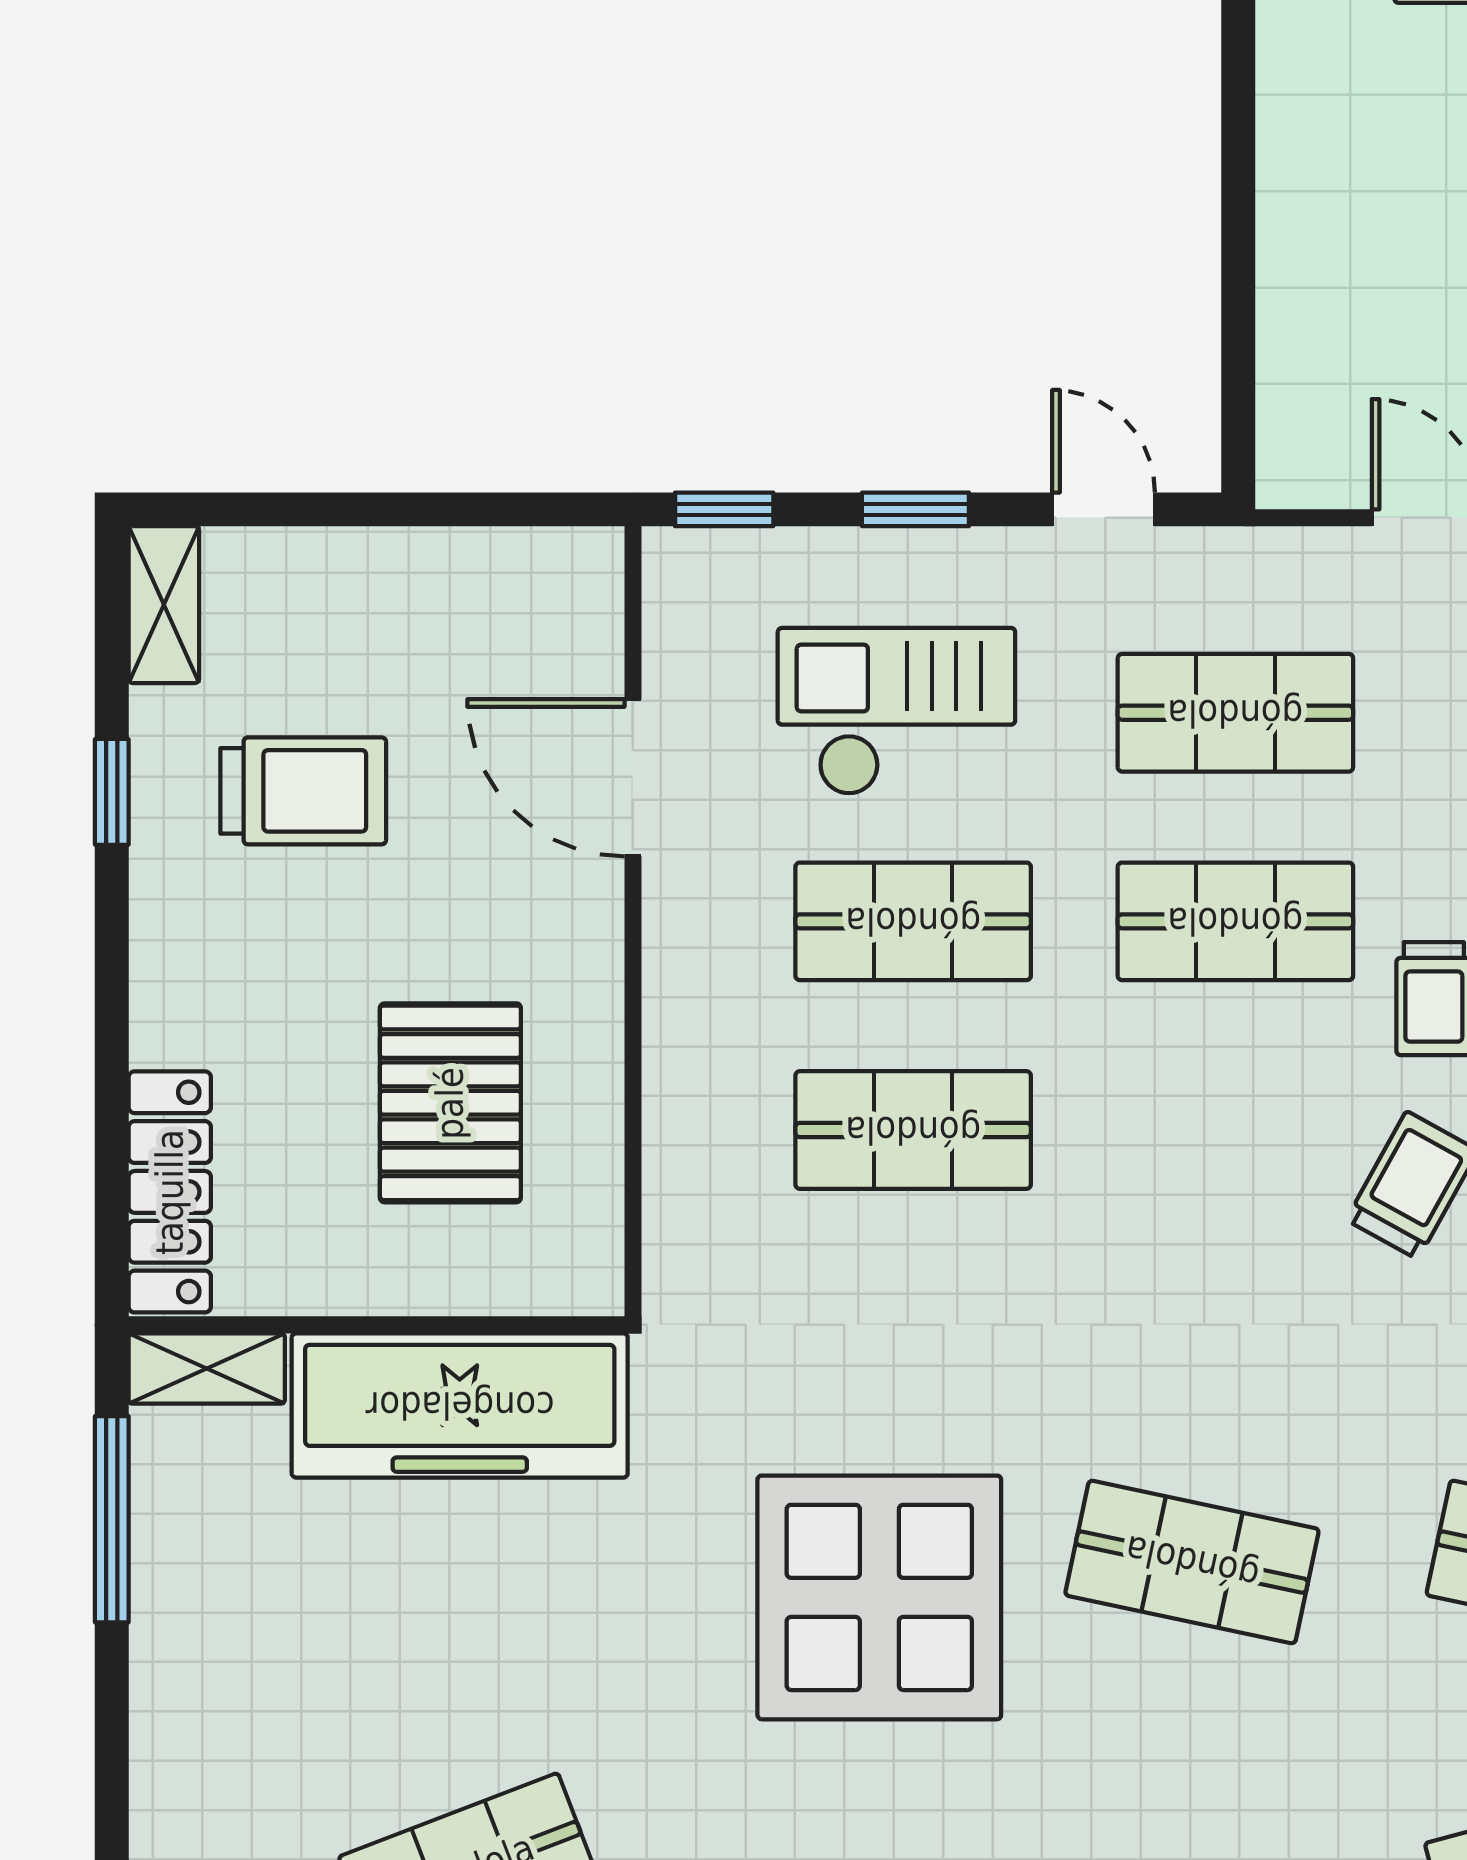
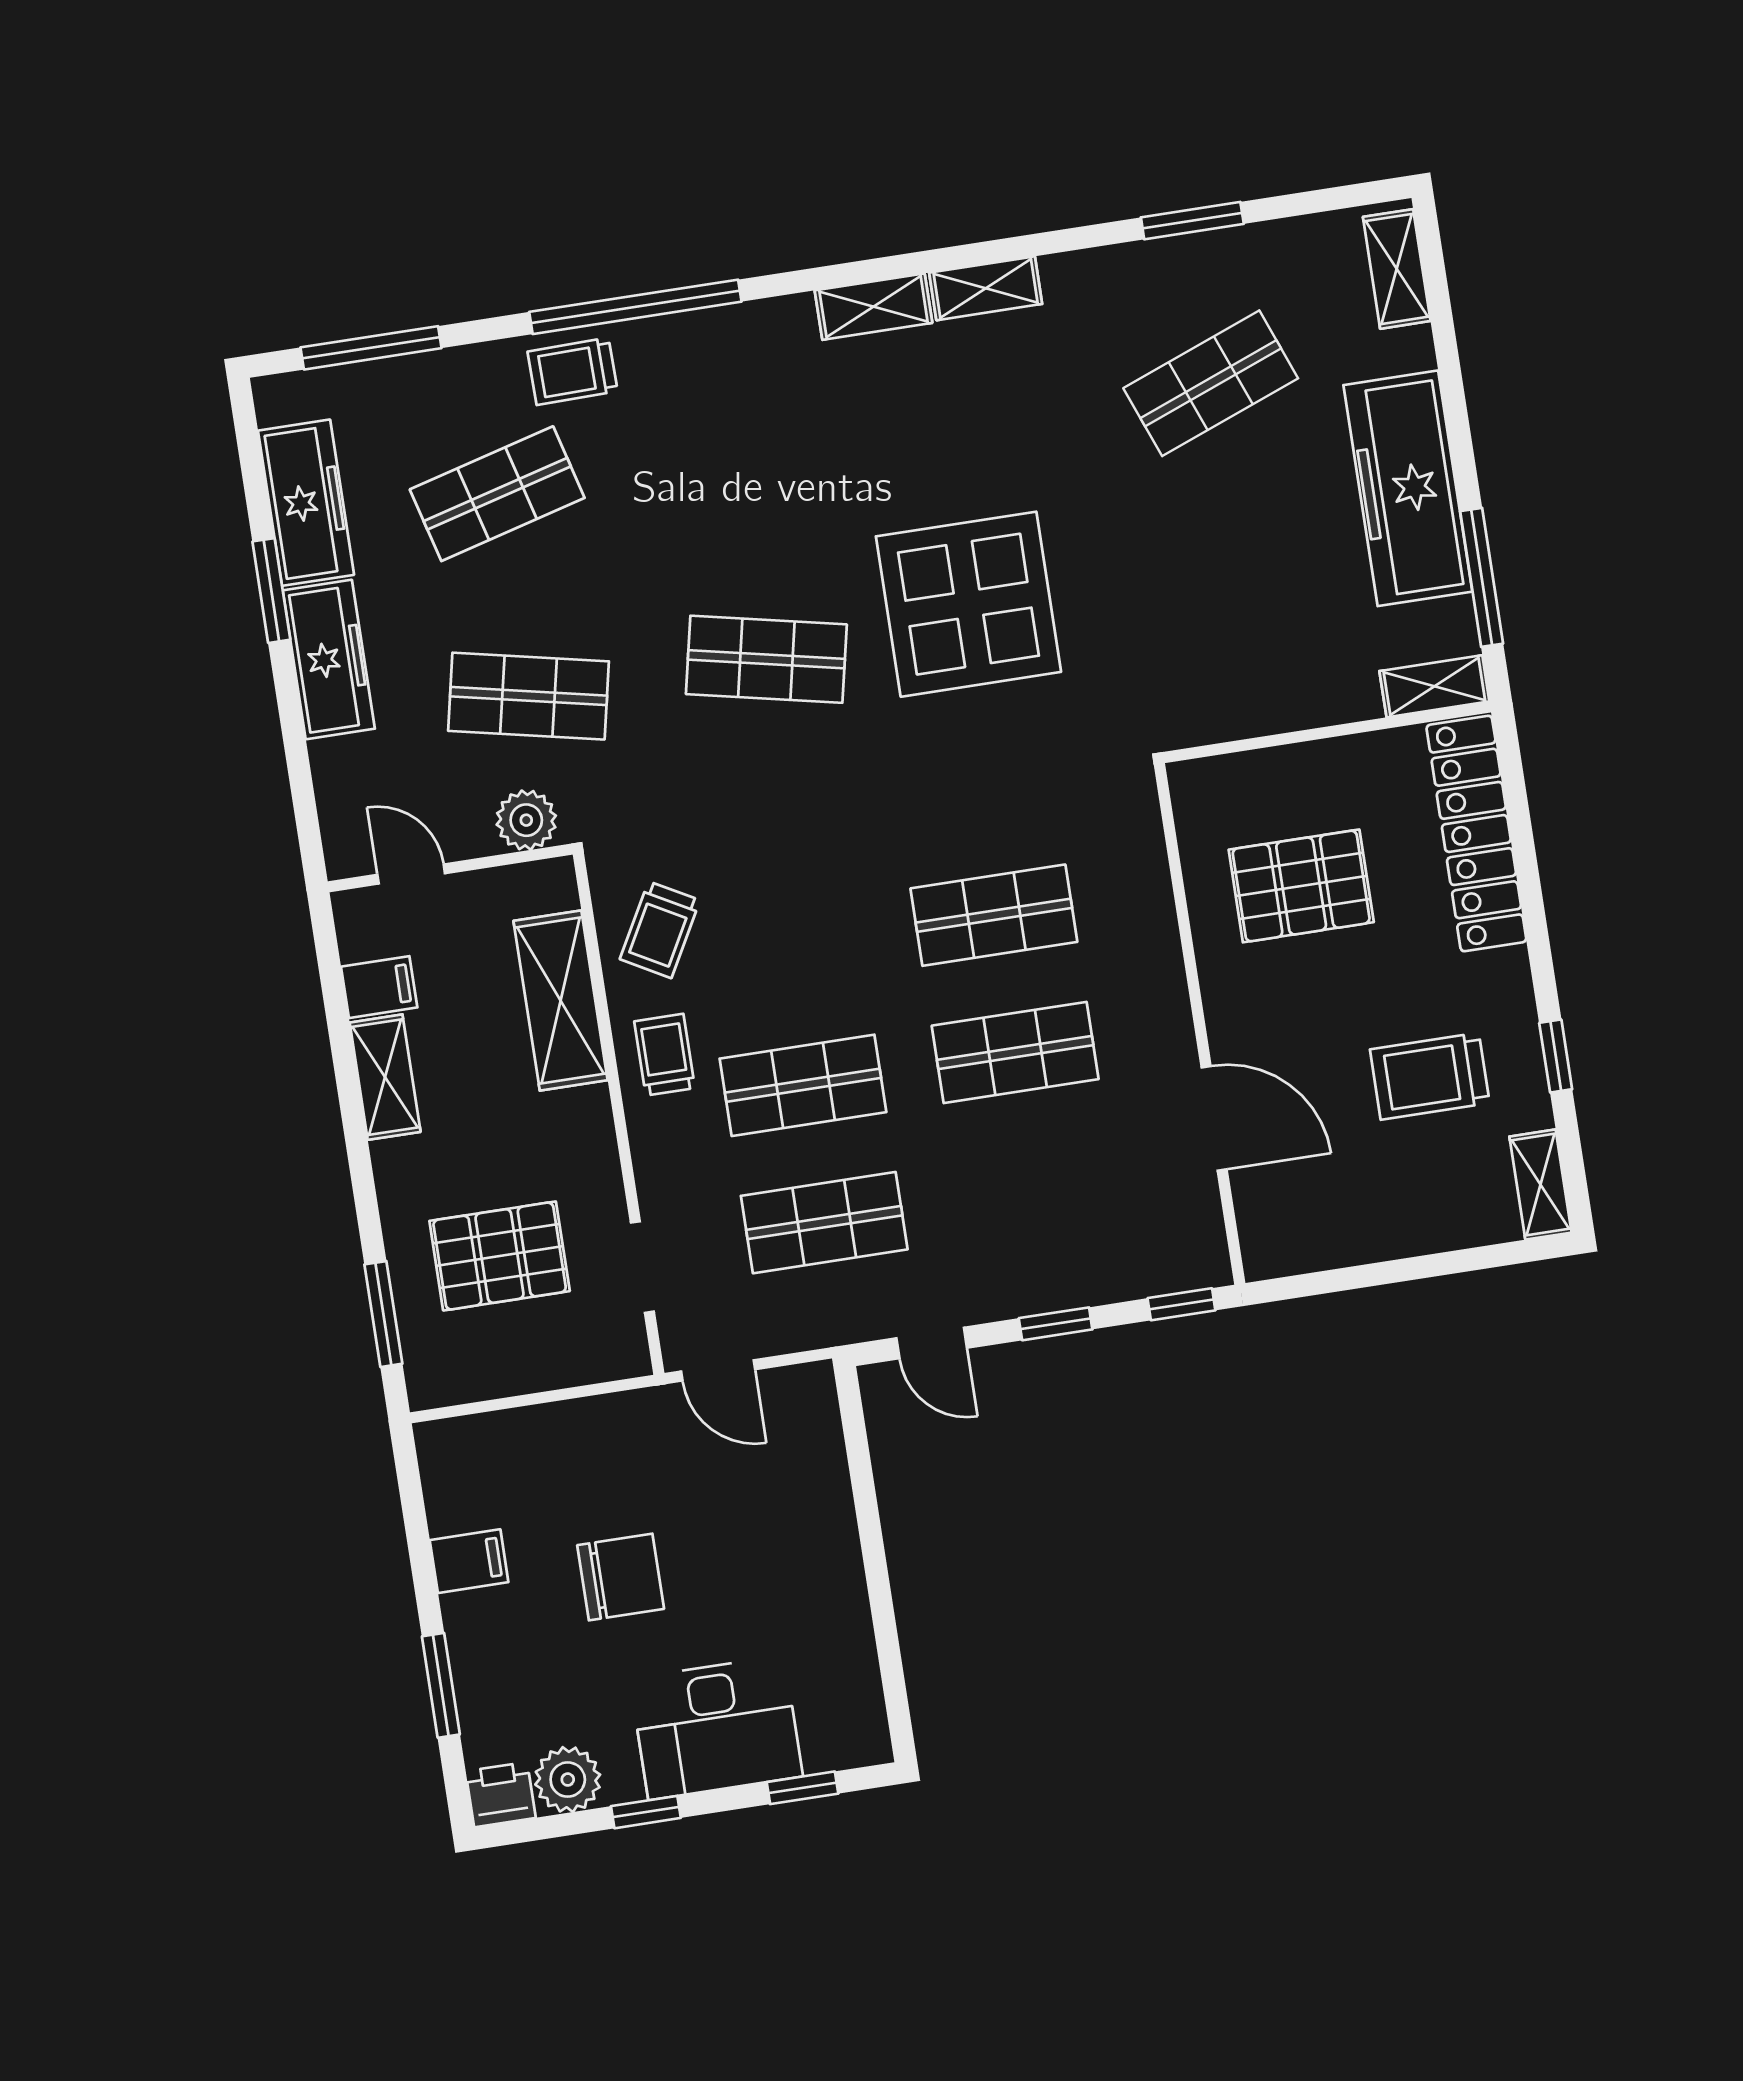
checkout: (896, 711) -> (1047, 1189), removed
pallet: (450, 1103) -> (1301, 886), turned 90
locker: (170, 1192) -> (1476, 833), width x1.41, depth x1.21
freezer: (460, 1405) -> (1408, 488), moved, turned -90

